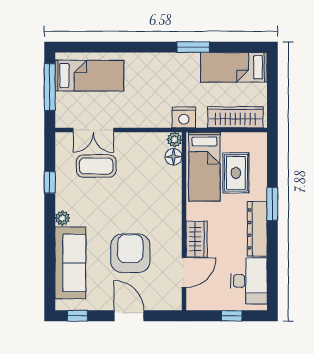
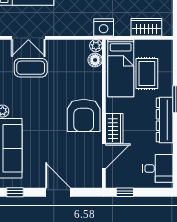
wardrobe: (235, 117) -> (146, 27), width x0.67
armchair: (130, 253) -> (84, 115), moved, turned 180
desk: (249, 281) -> (158, 168), width x0.73
window: (232, 316) -> (125, 192), moved

